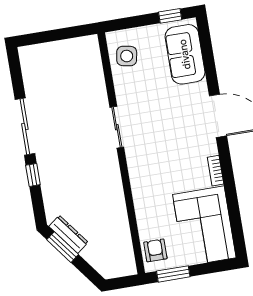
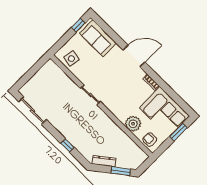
sliding door: (25, 127) -> (33, 111), moved
plant: (148, 211) -> (133, 124), added
window: (63, 247) -> (121, 171), moved
window: (173, 274) -> (178, 132), moved

